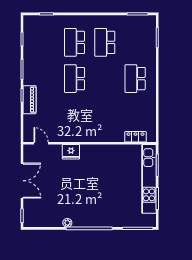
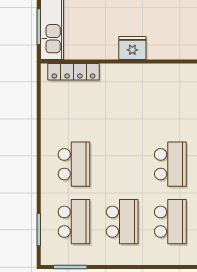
school desk: (135, 42) -> (74, 222), added
locker: (135, 137) -> (73, 72), width x1.53
fridge: (71, 152) -> (132, 48), moved

